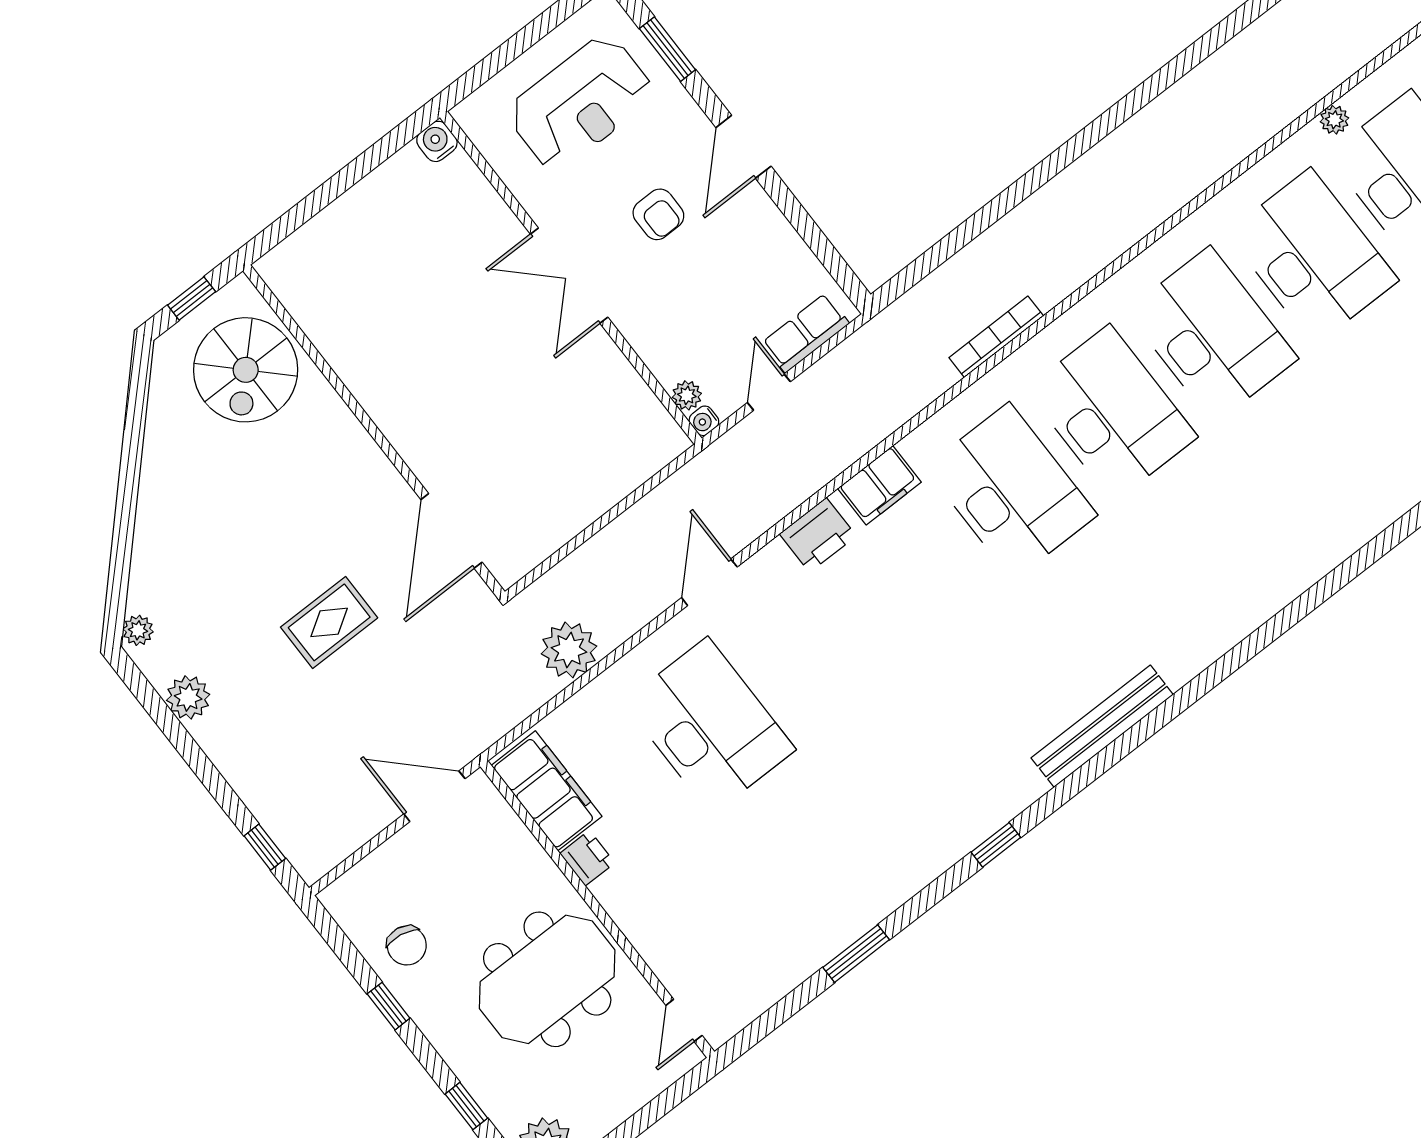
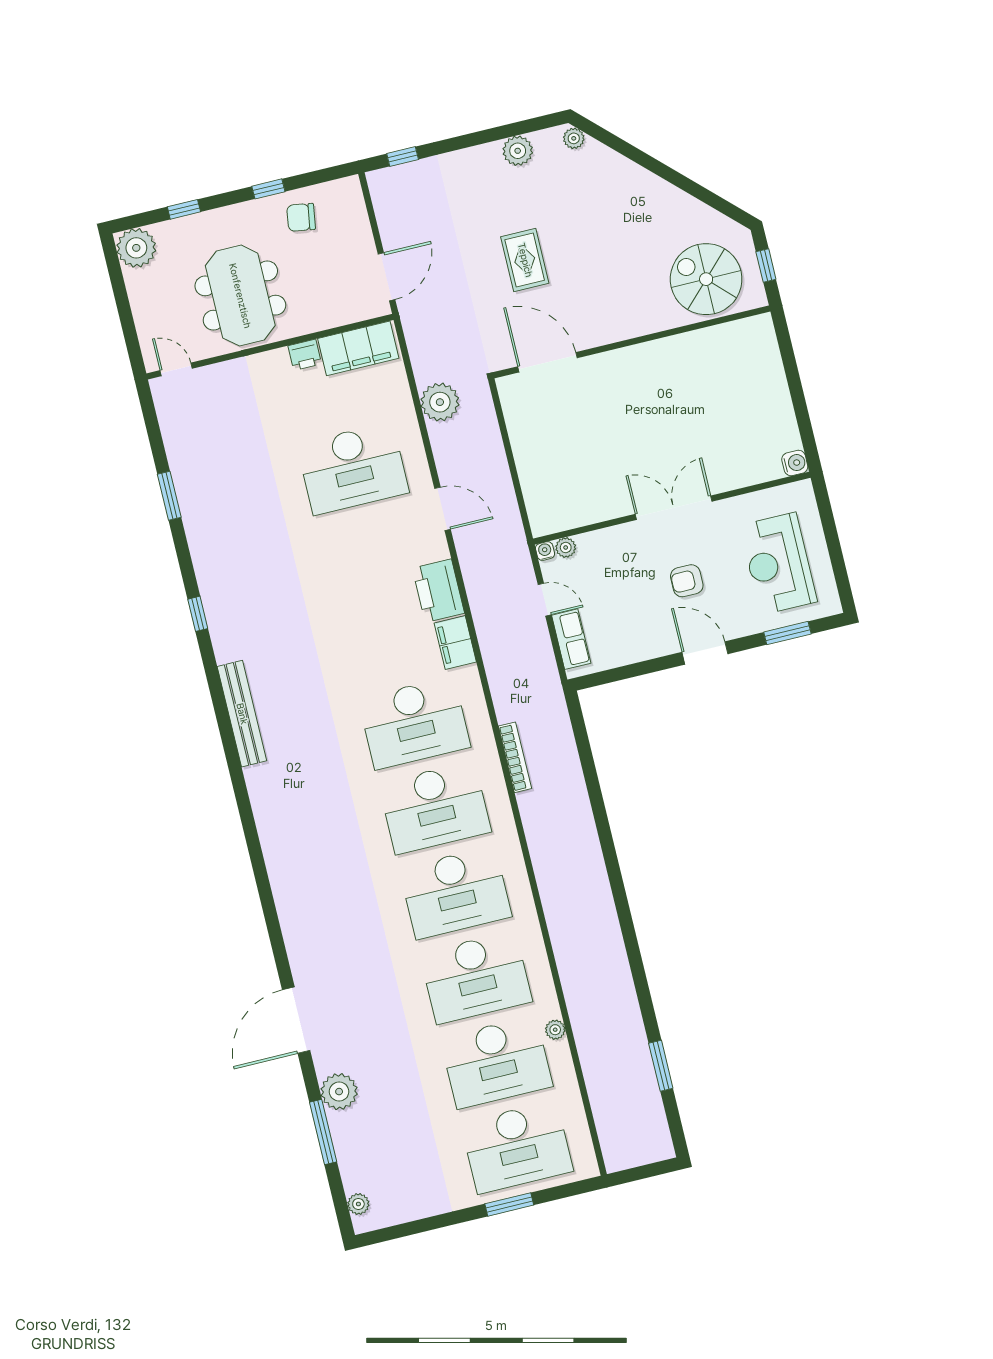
printer: (818, 535) -> (438, 591), width x1.37, depth x1.19

